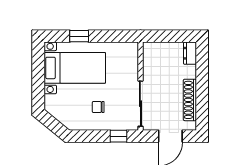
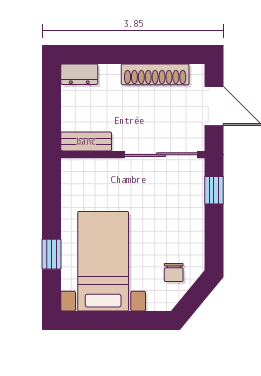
bench: (149, 57) -> (86, 141), added
chair: (98, 107) -> (174, 272), moved

